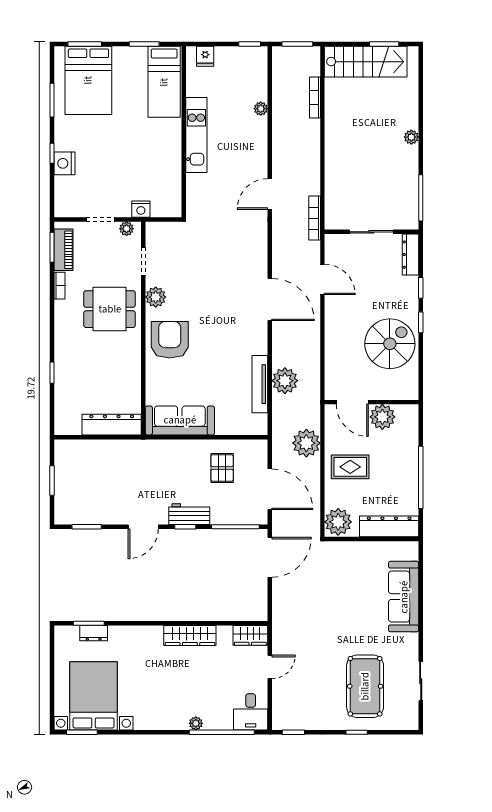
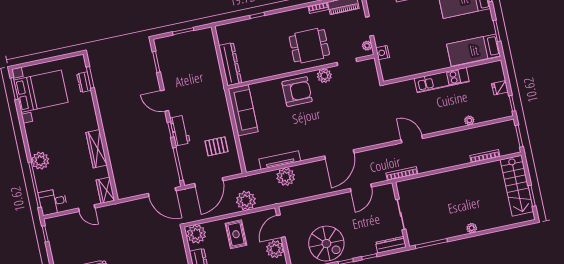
fridge: (205, 56) -> (500, 88), moved
dining table: (110, 309) -> (309, 46), turned 90
plant: (196, 723) -> (40, 161), width x1.88, depth x1.88

